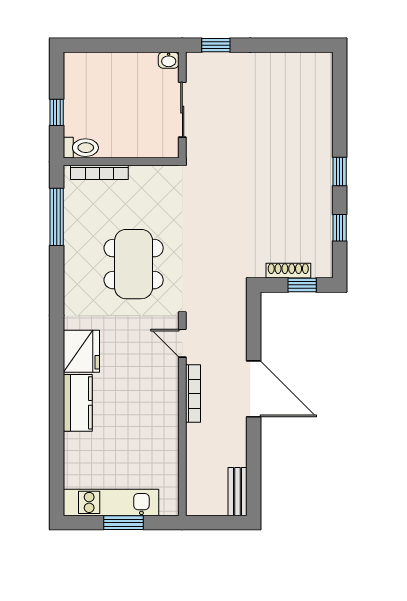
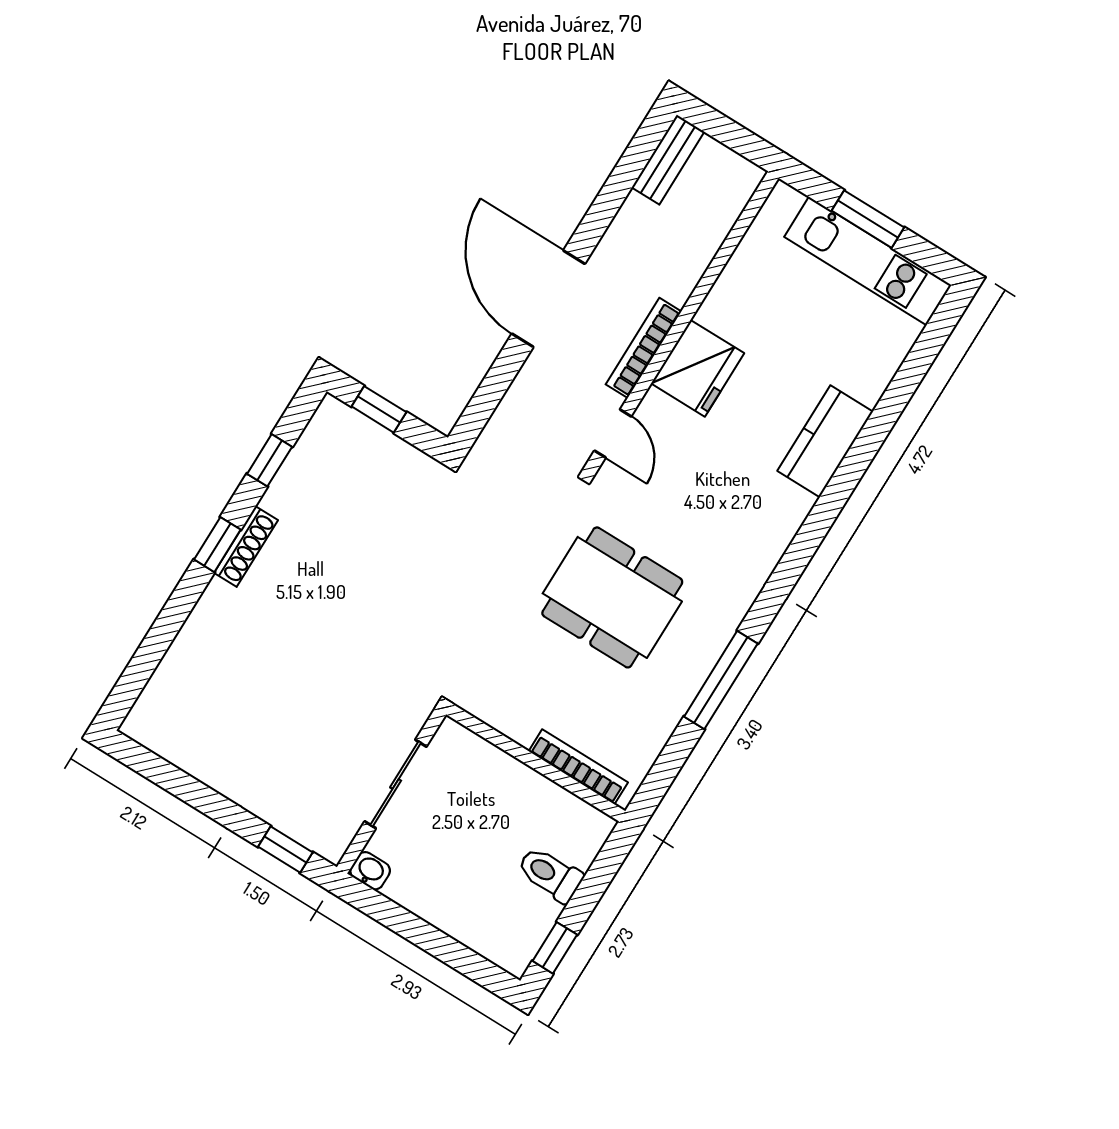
window: (57, 112) -> (555, 948), moved
toilet: (81, 148) -> (550, 874), moved
window: (57, 217) -> (721, 680), moved
dining table: (134, 264) -> (612, 597), turned 90
shoe rack: (288, 271) -> (246, 546), moved, turned -90
fridge: (81, 351) -> (698, 368), moved, turned 180

